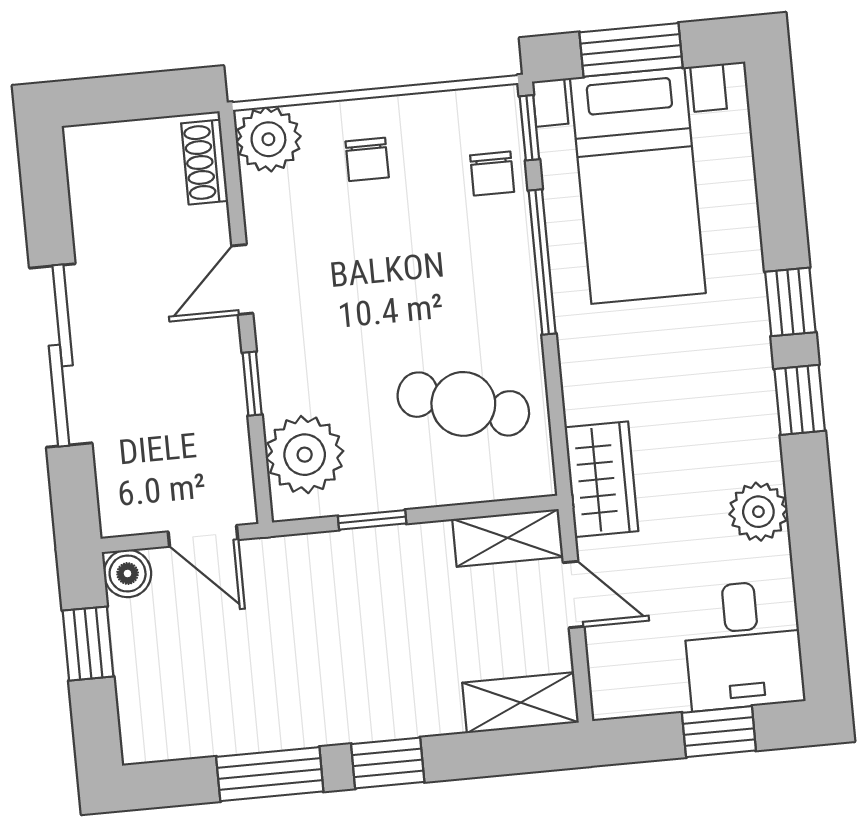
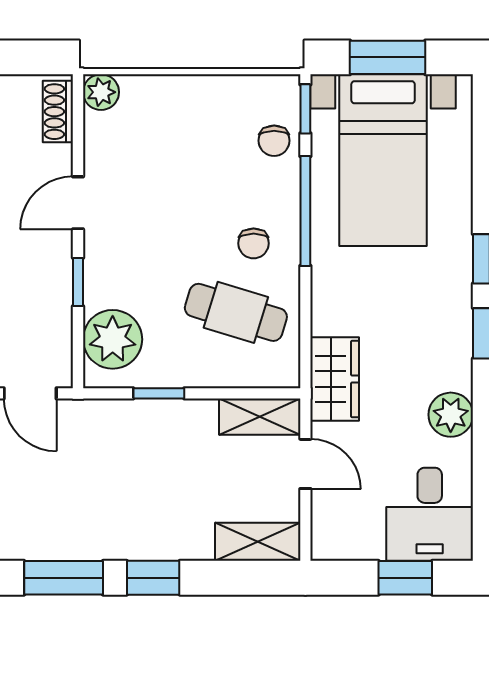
plant: (268, 139) -> (101, 92), width x0.73, depth x0.73
chair: (367, 159) -> (254, 243), moved

